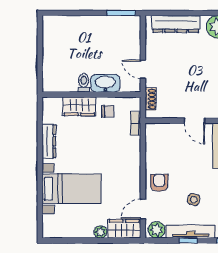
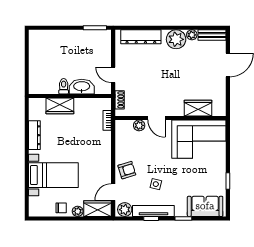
chair: (108, 111) -> (61, 208), moved
plant: (174, 129) -> (139, 125), added
armchair: (159, 183) -> (127, 170), turned 73

